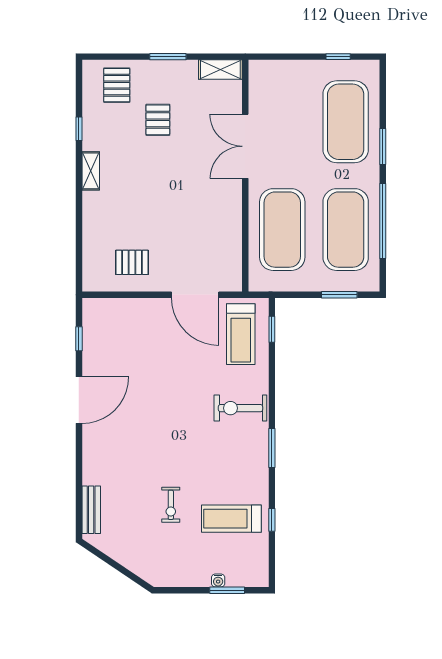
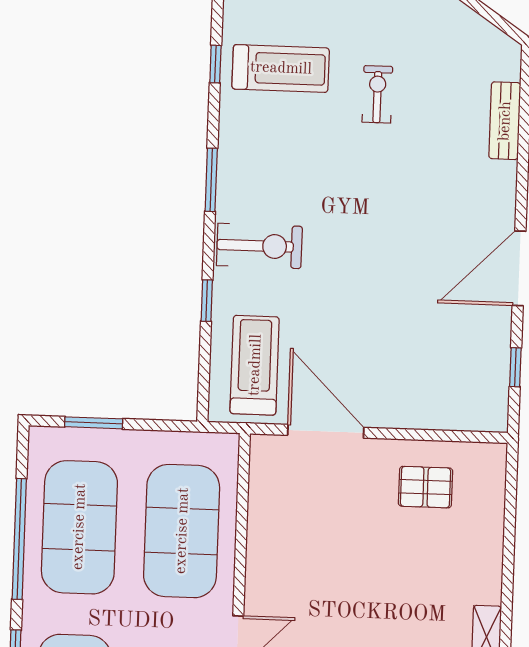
window: (272, 329) -> (207, 301), moved
bench: (91, 510) -> (505, 121), moved

